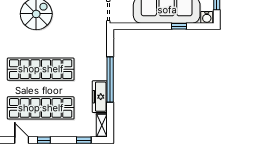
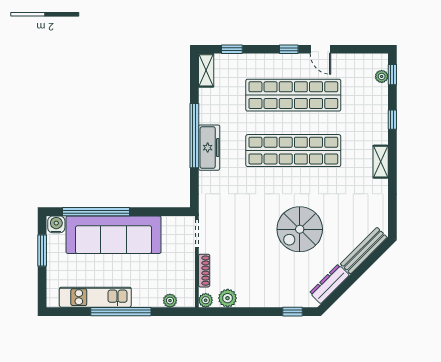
window: (179, 26) -> (96, 212), width x3.17
freezer: (100, 97) -> (209, 148), moved

